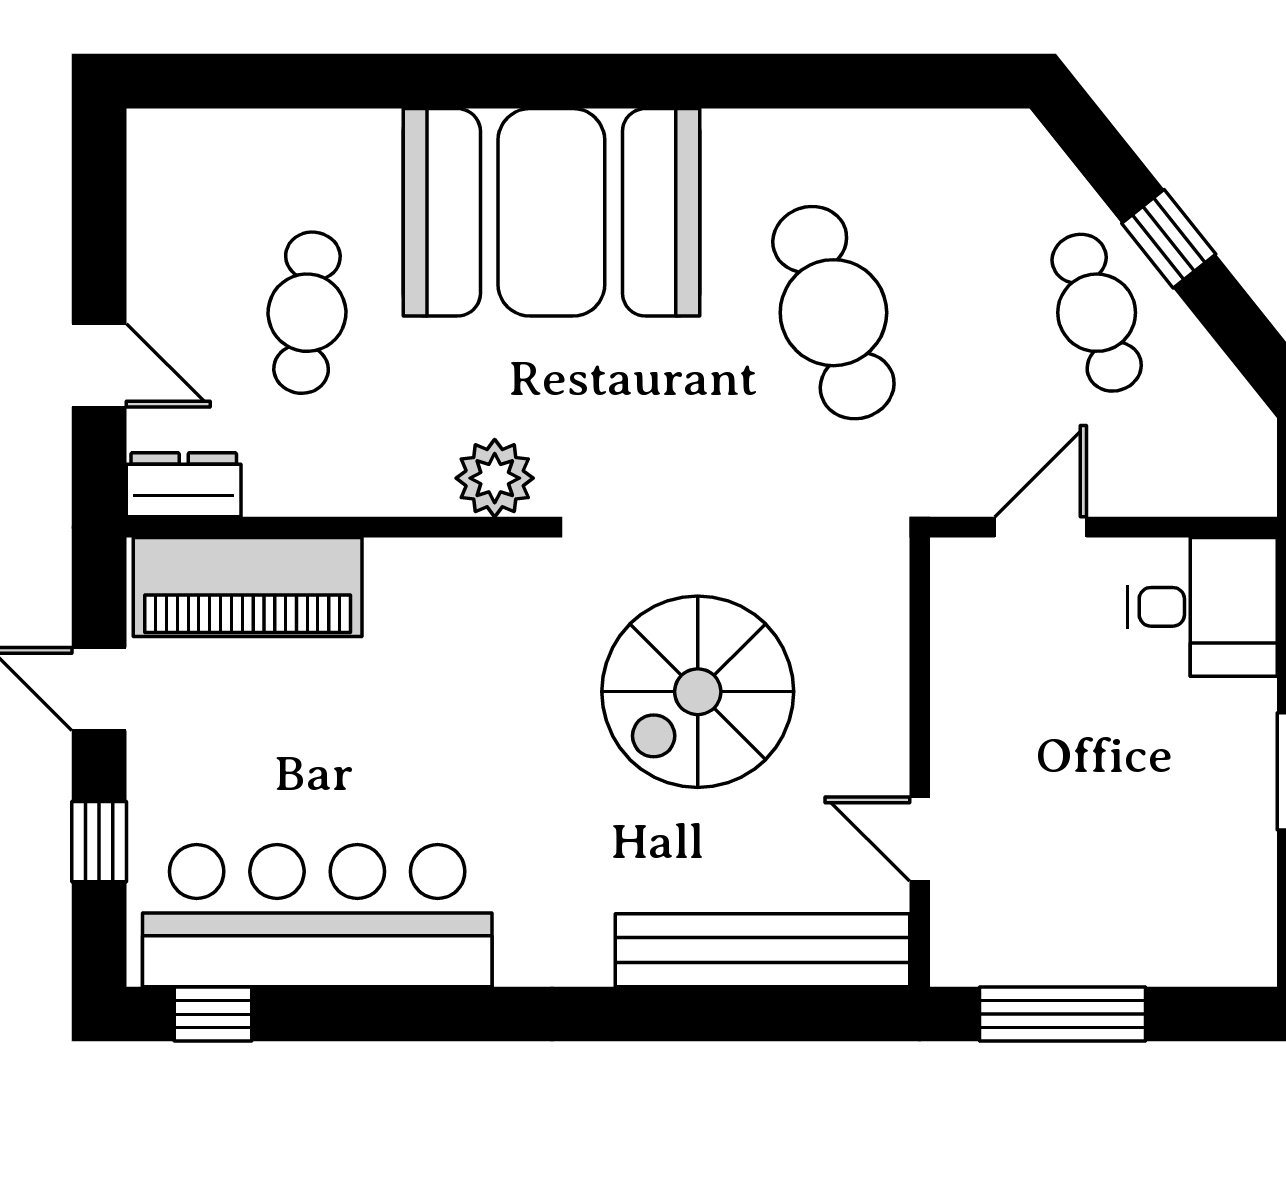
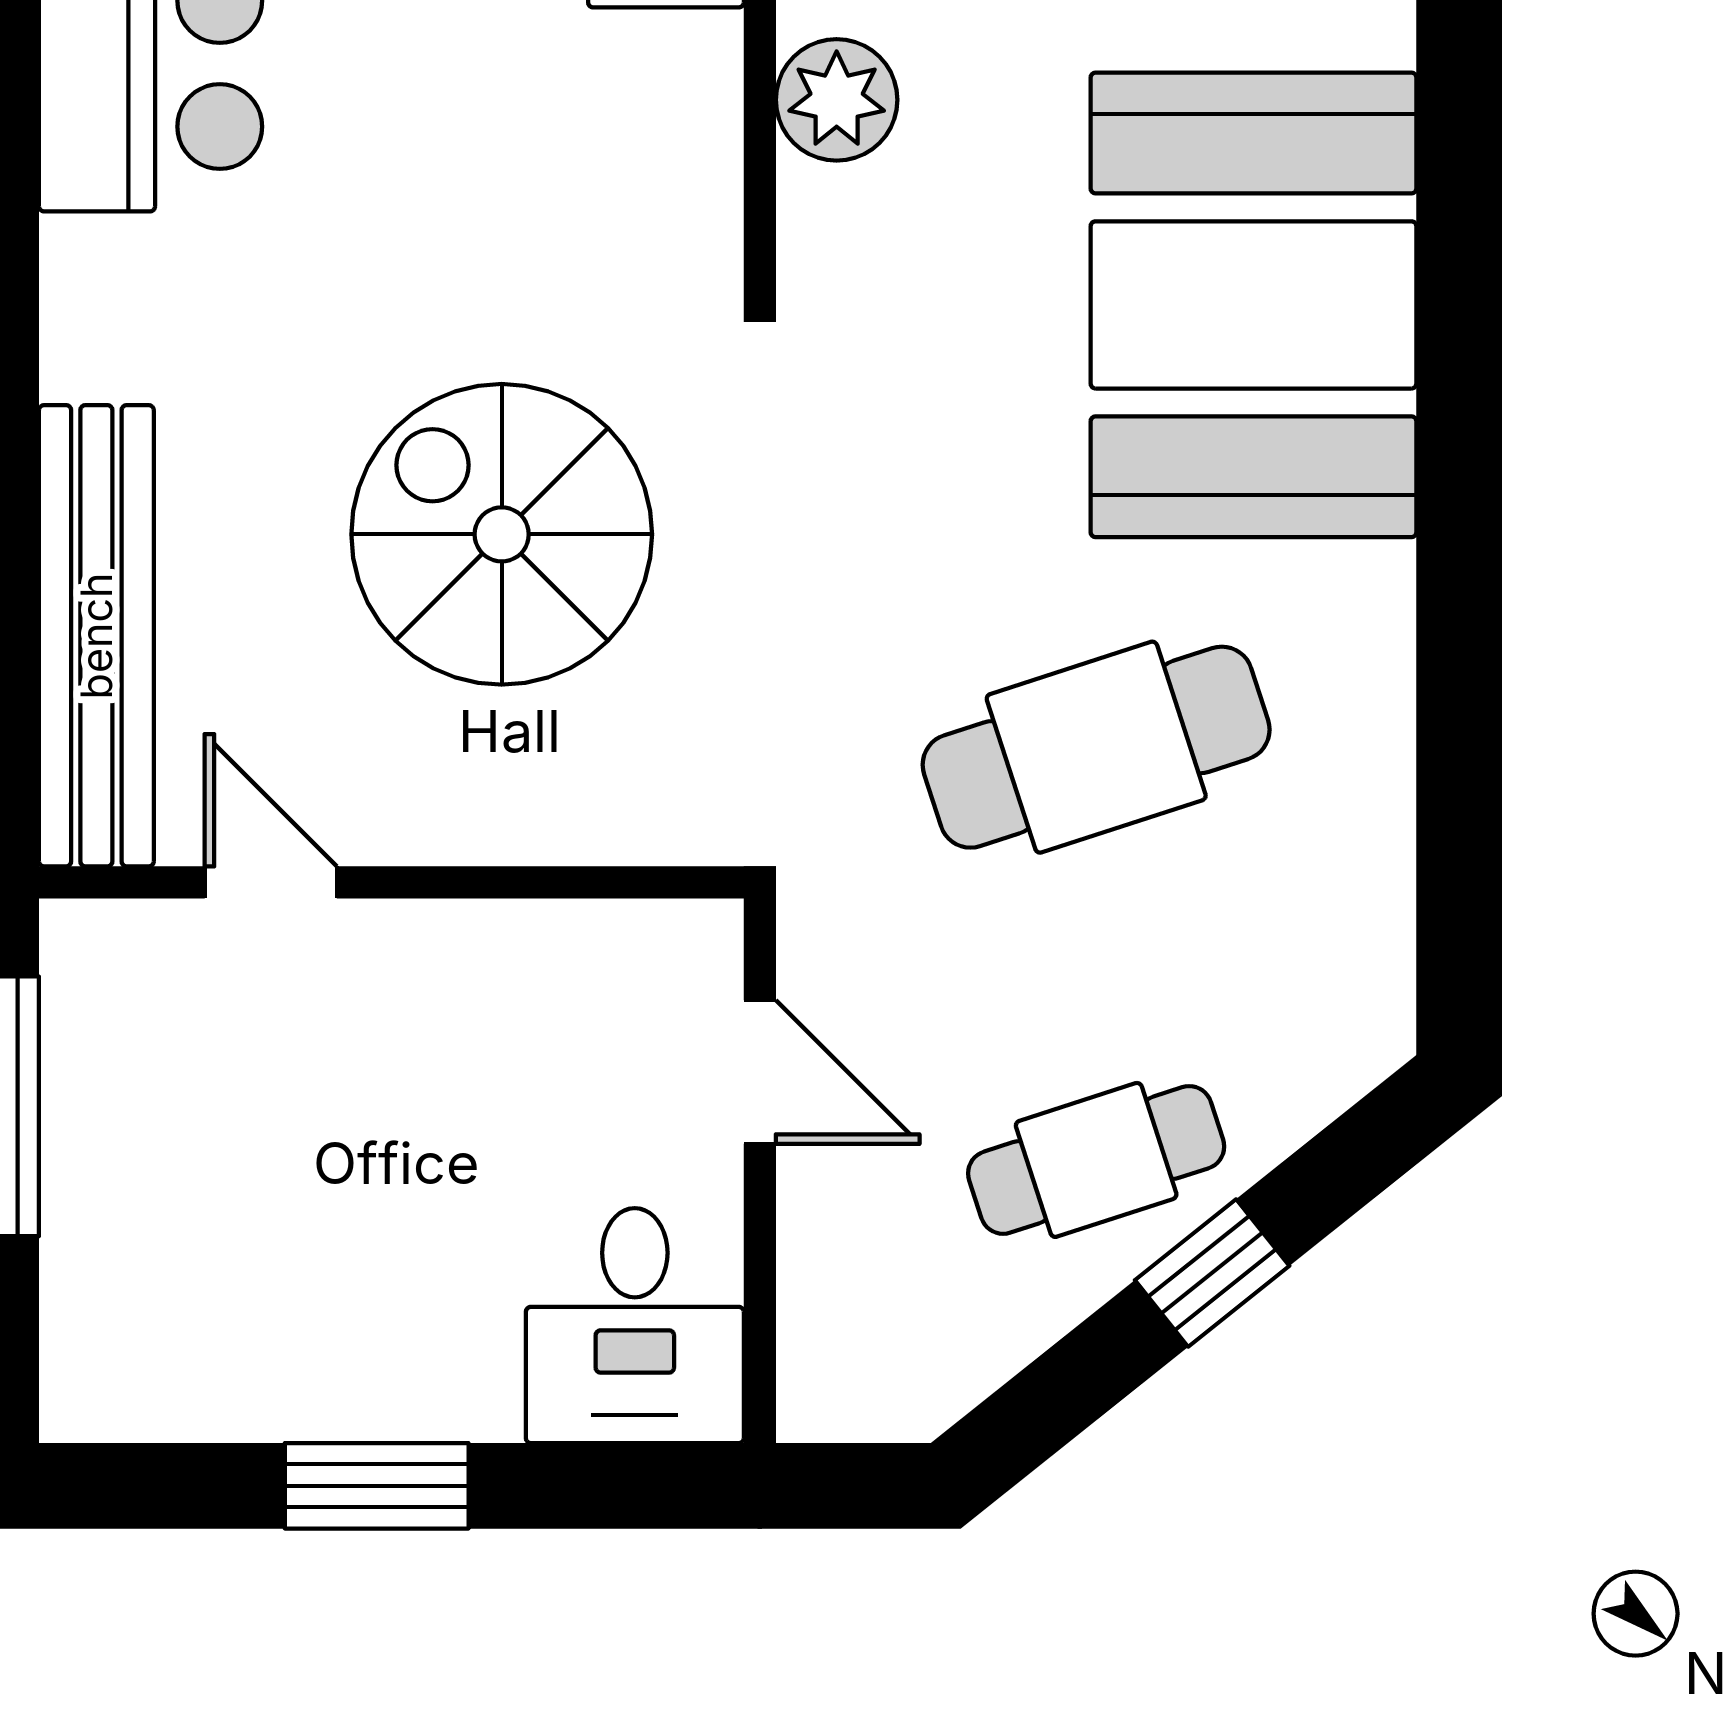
plant: (495, 478) -> (837, 100), moved
door: (920, 839) -> (271, 882), hinge flipped

